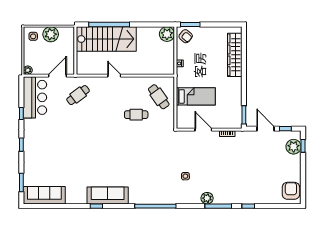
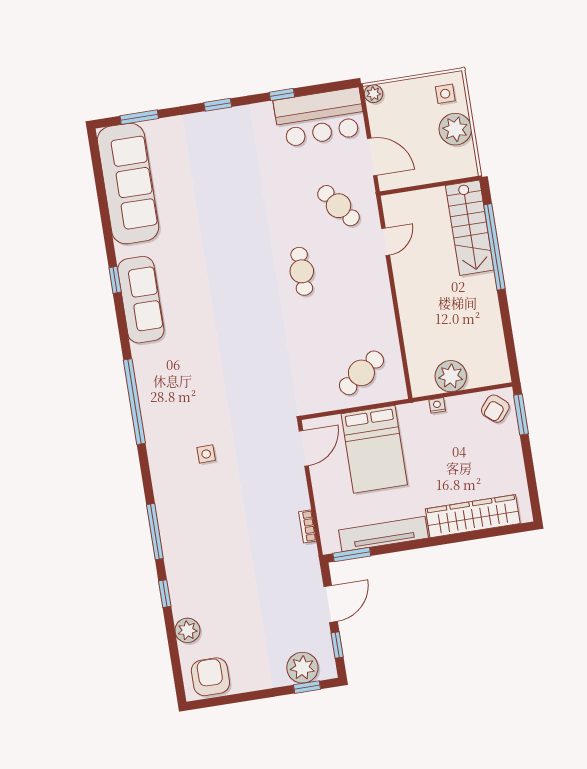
plant: (167, 34) -> (451, 376), moved
stairs: (106, 39) -> (470, 228), width x0.73, depth x0.66
door: (114, 76) -> (386, 242), moved
bed: (196, 96) -> (374, 449), width x1.50
tv unit: (236, 98) -> (384, 534), added
cafe table: (136, 115) -> (302, 271), moved
door: (203, 130) -> (304, 448), moved
armchair: (291, 191) -> (210, 677), turned -90
sofa: (44, 195) -> (128, 184), width x1.36, depth x1.27
plant: (207, 198) -> (187, 630), moved

